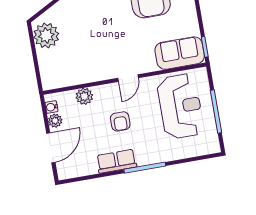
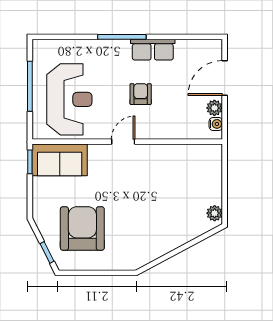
plant: (46, 35) -> (215, 213), width x0.53, depth x0.53
plant: (84, 96) -> (176, 130), removed
reception desk: (180, 106) -> (69, 99), turned 180

